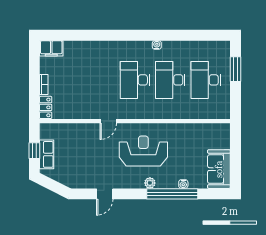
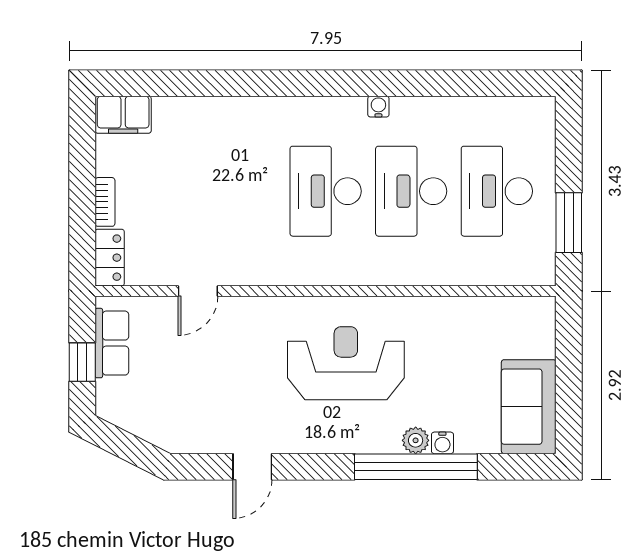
window: (236, 69) -> (569, 223), moved
door: (108, 121) -> (198, 291), moved
row of seats: (47, 154) -> (112, 343), moved
plant: (150, 183) -> (416, 440), moved

